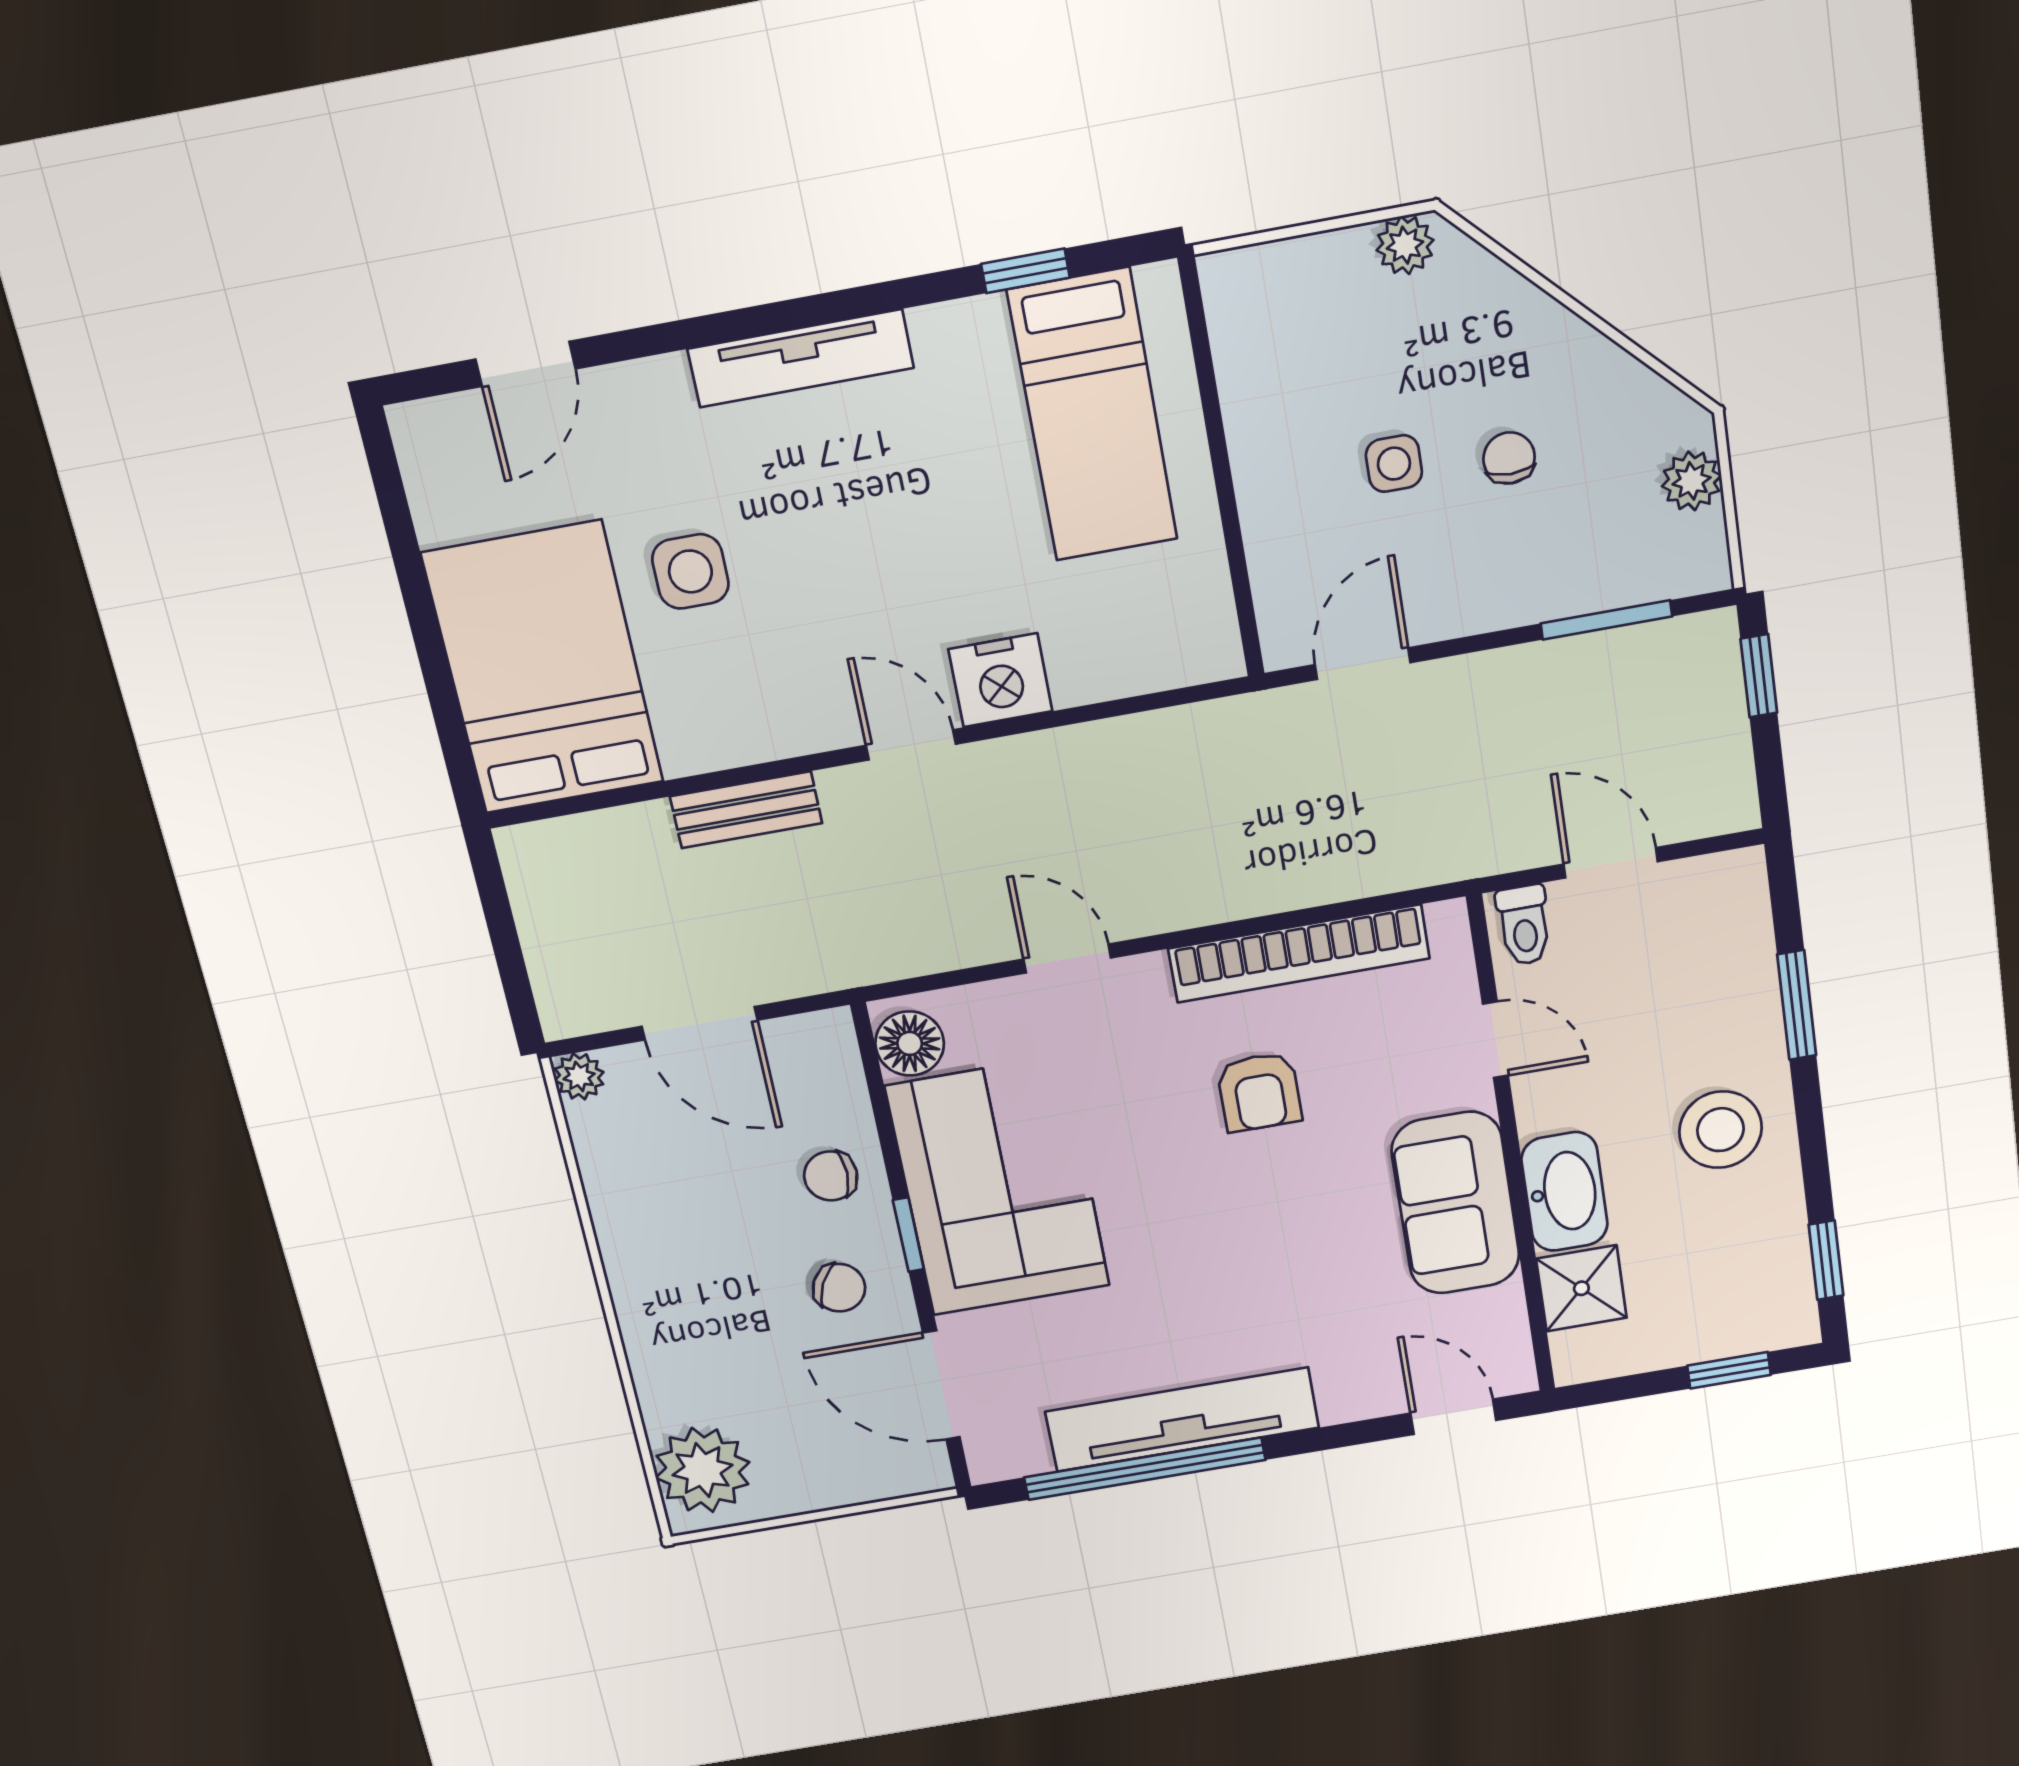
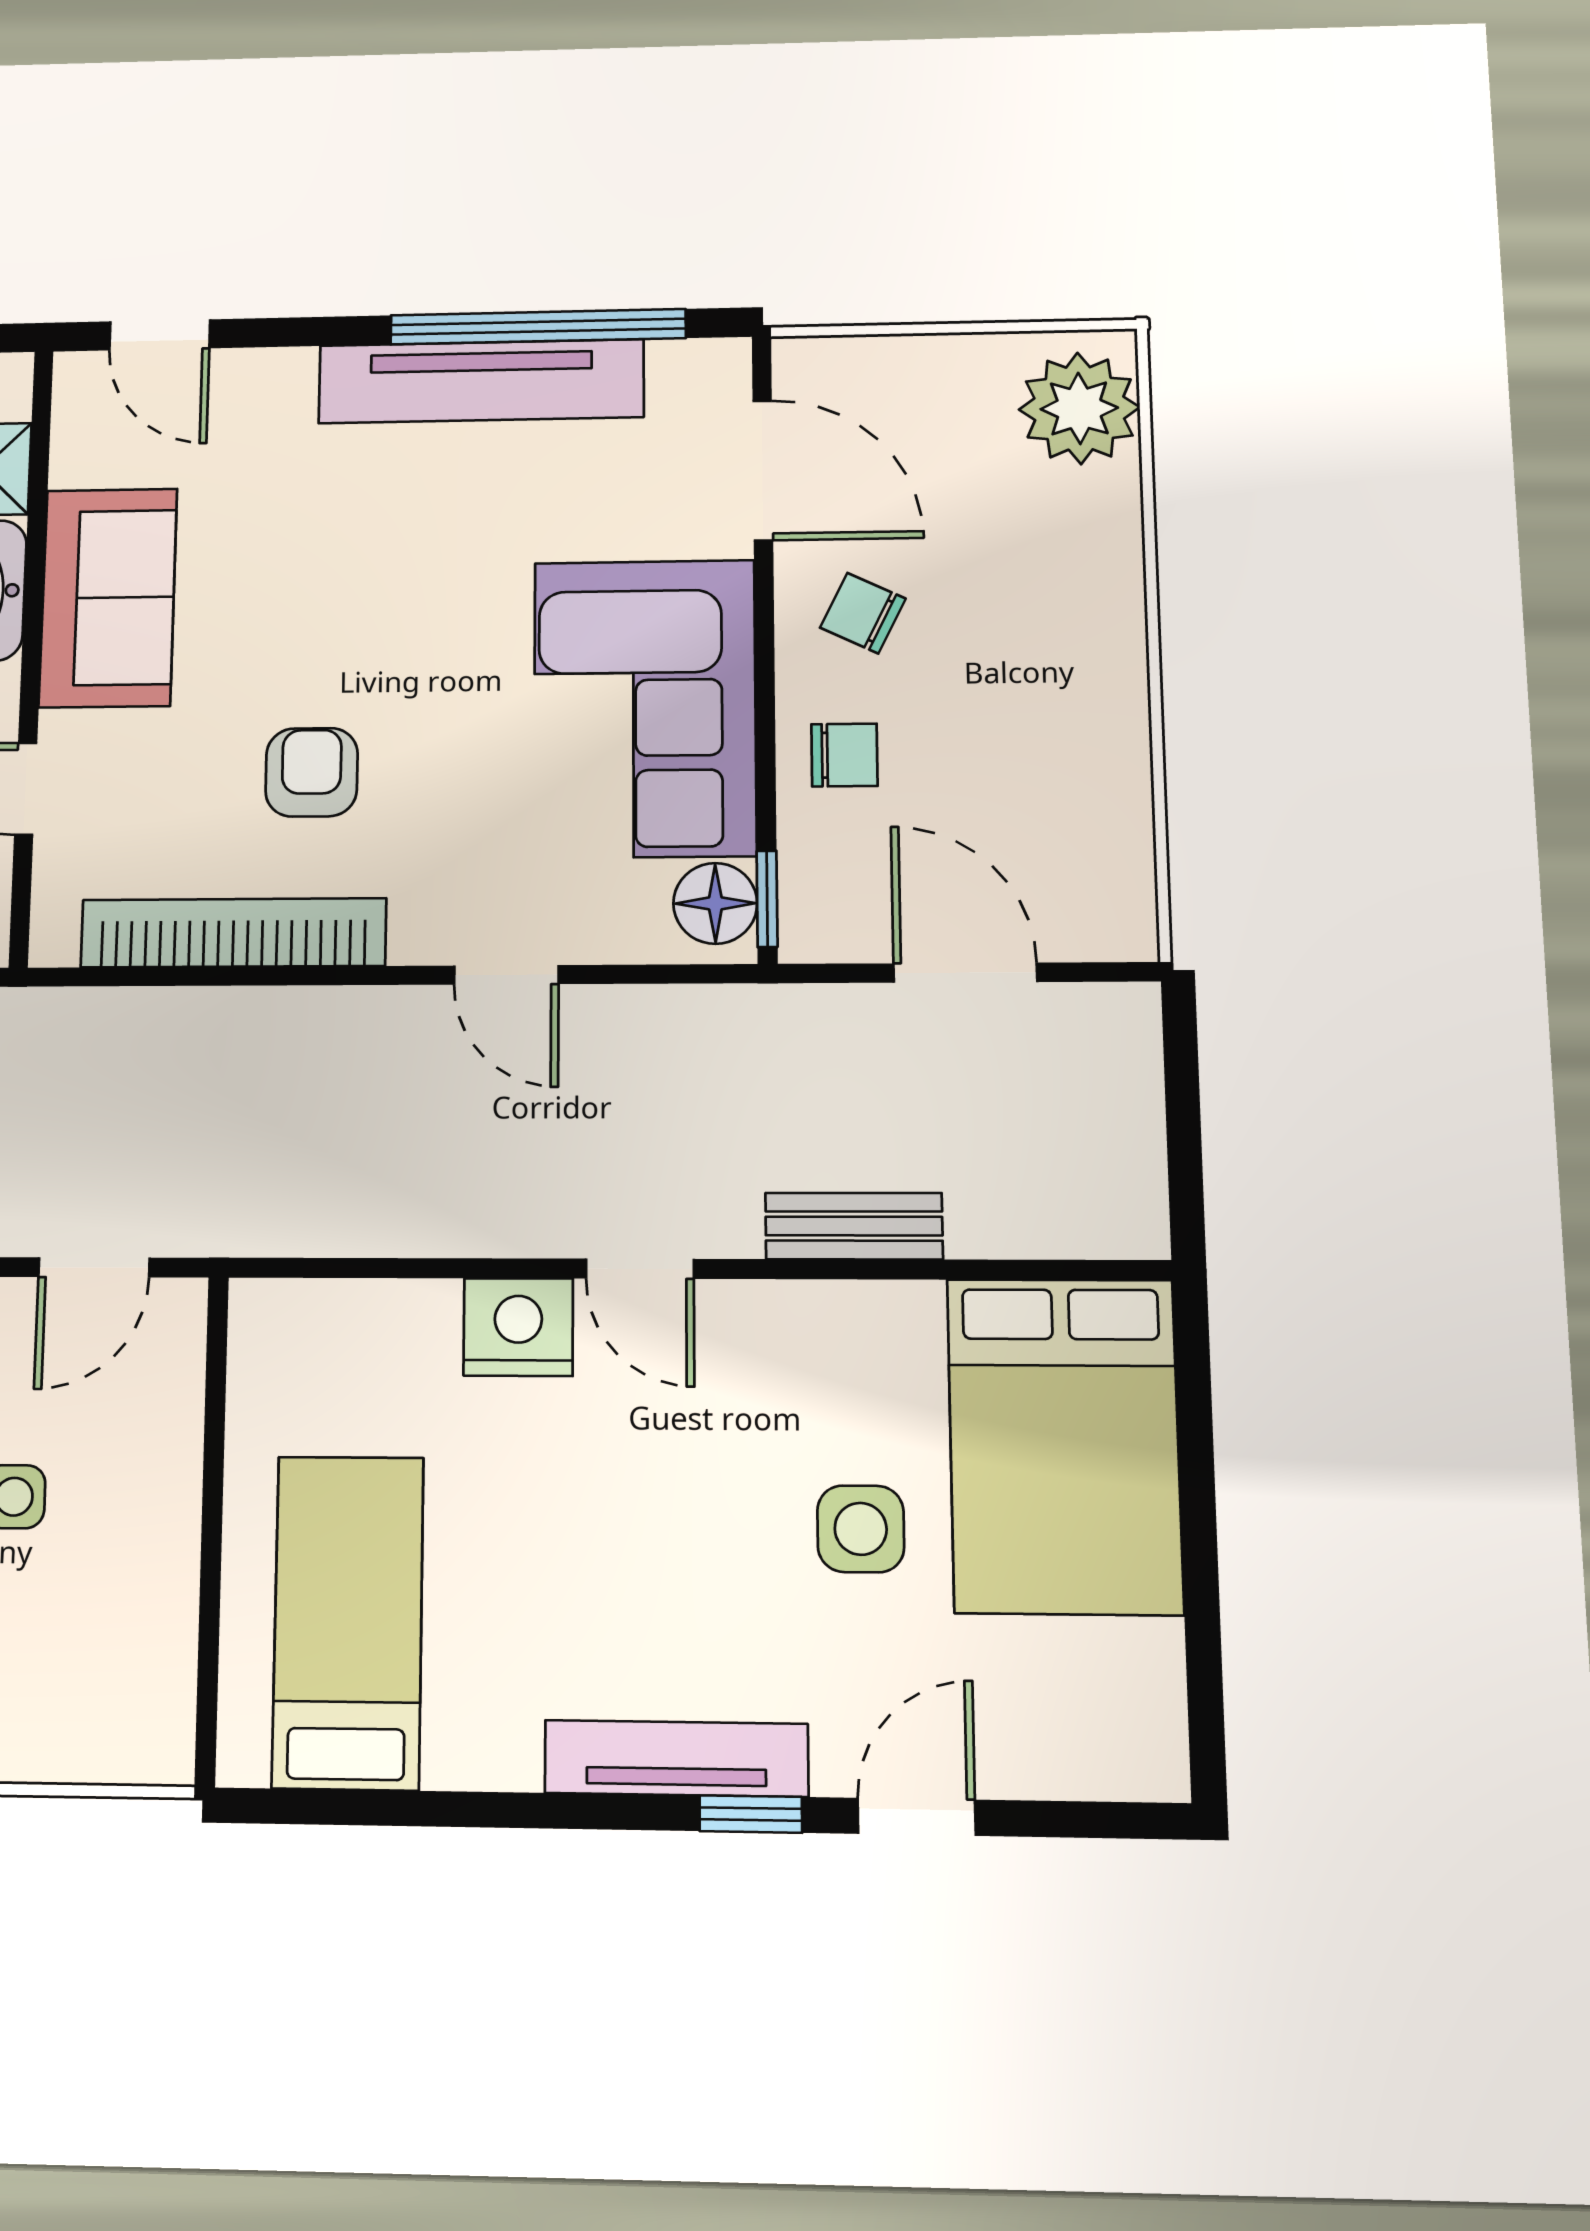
window: (1025, 271) -> (751, 1814), moved
door: (526, 364) -> (917, 1817), moved
plant: (579, 1076) -> (1128, 932), removed
window: (908, 1235) -> (767, 899), moved

